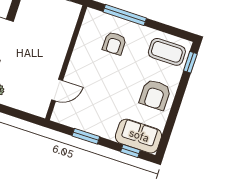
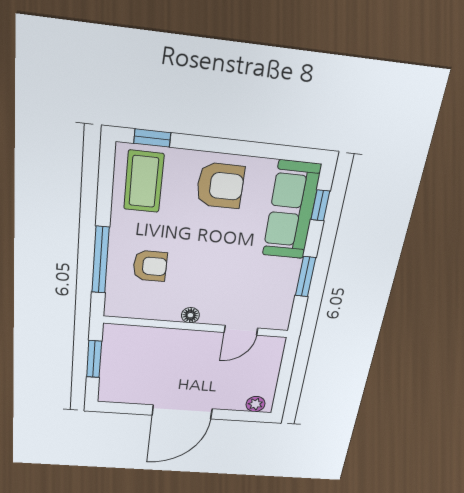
floor lamp: (75, 60) -> (190, 315), added
door: (57, 90) -> (241, 330), swing flipped
sofa: (139, 136) -> (291, 210), width x1.36

